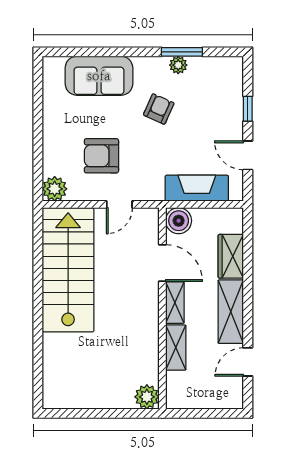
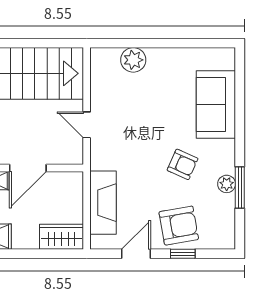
armchair: (101, 156) -> (179, 226), moved, turned 80
plant: (55, 189) -> (133, 60), moved
boiler: (179, 221) -> (70, 184), removed
wardrobe: (231, 256) -> (62, 237), moved

